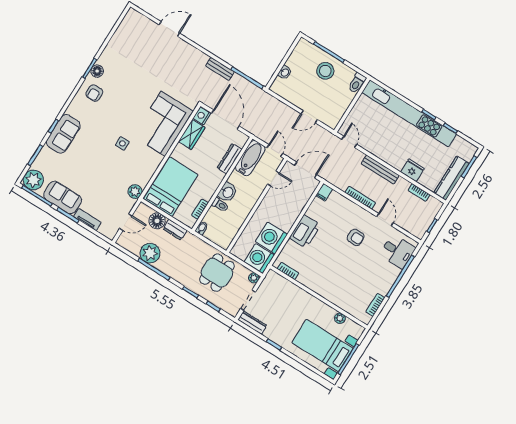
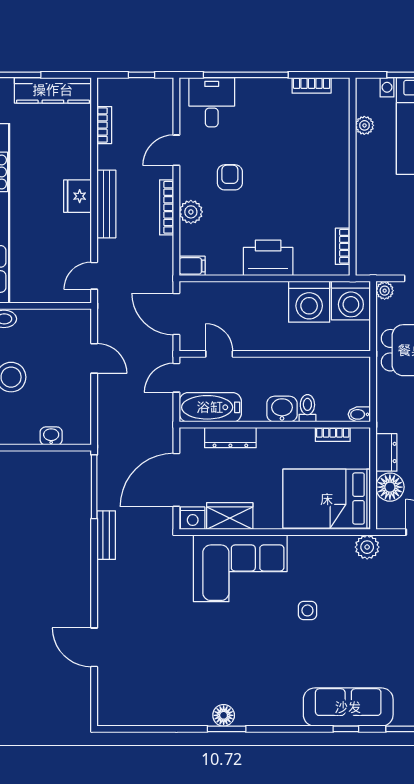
armchair: (94, 93) -> (259, 699), removed
sofa: (63, 134) -> (348, 707), width x1.36
fridge: (412, 170) -> (77, 196), moved
plant: (351, 208) -> (191, 212), added

